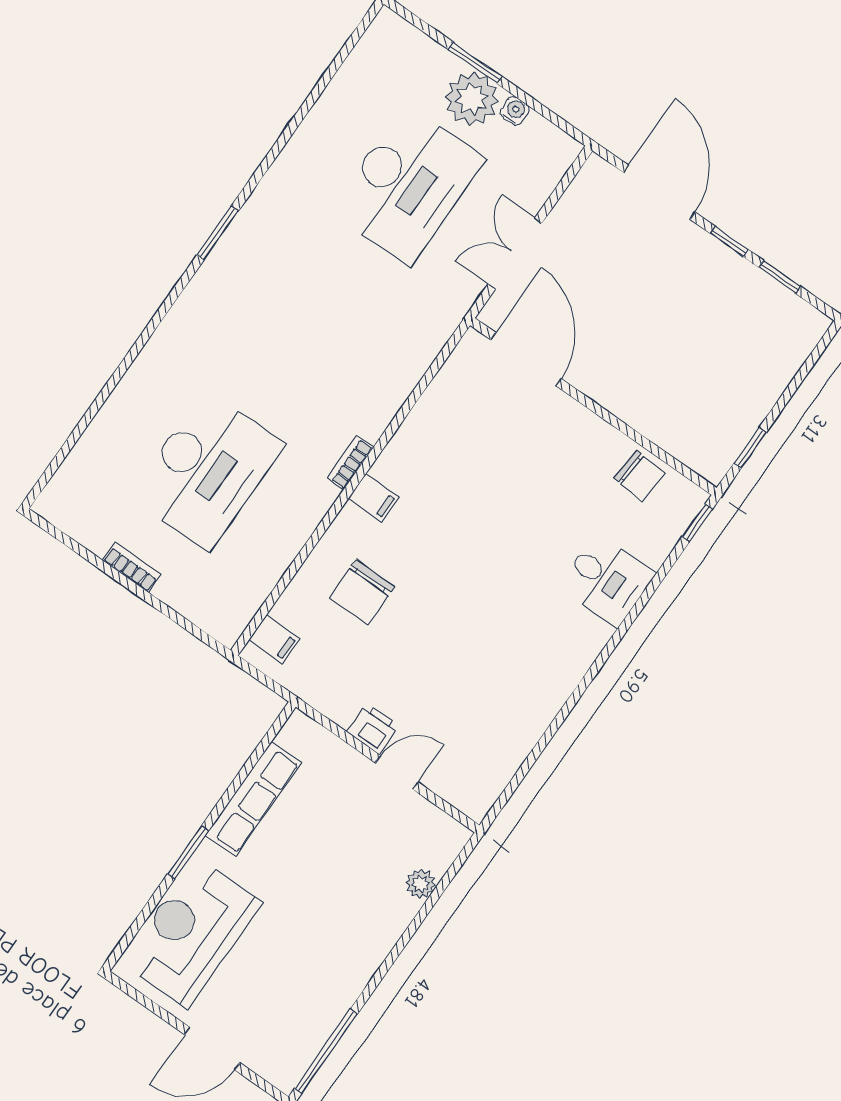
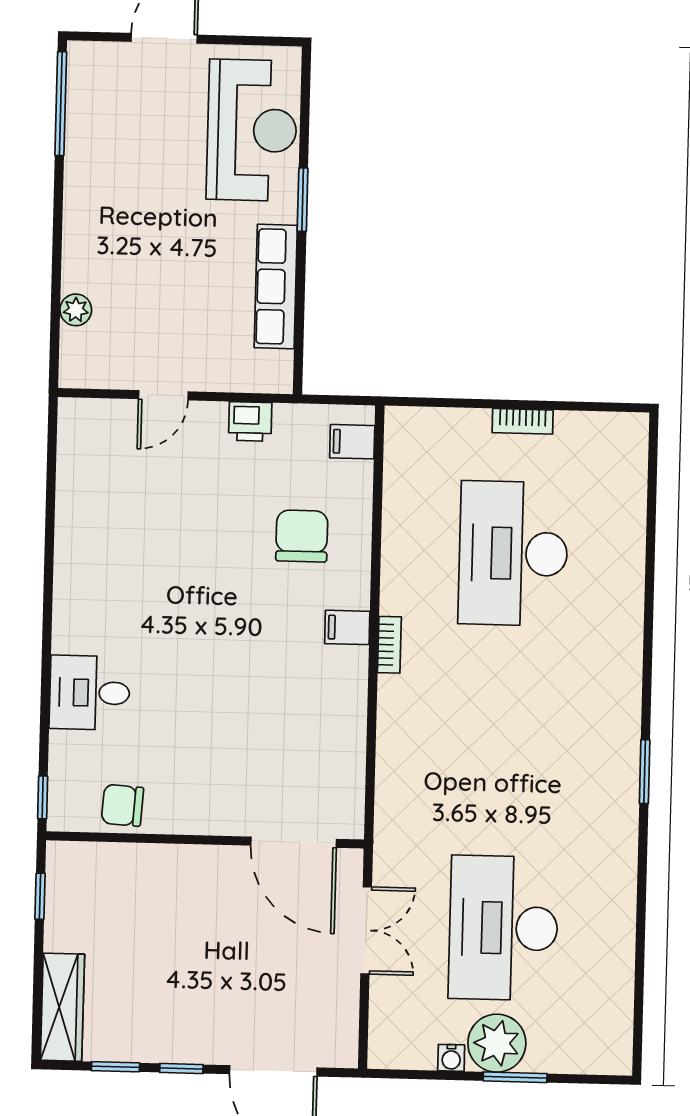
wardrobe: (790, 350) -> (62, 1007), added
printer: (373, 728) -> (250, 421), moved

